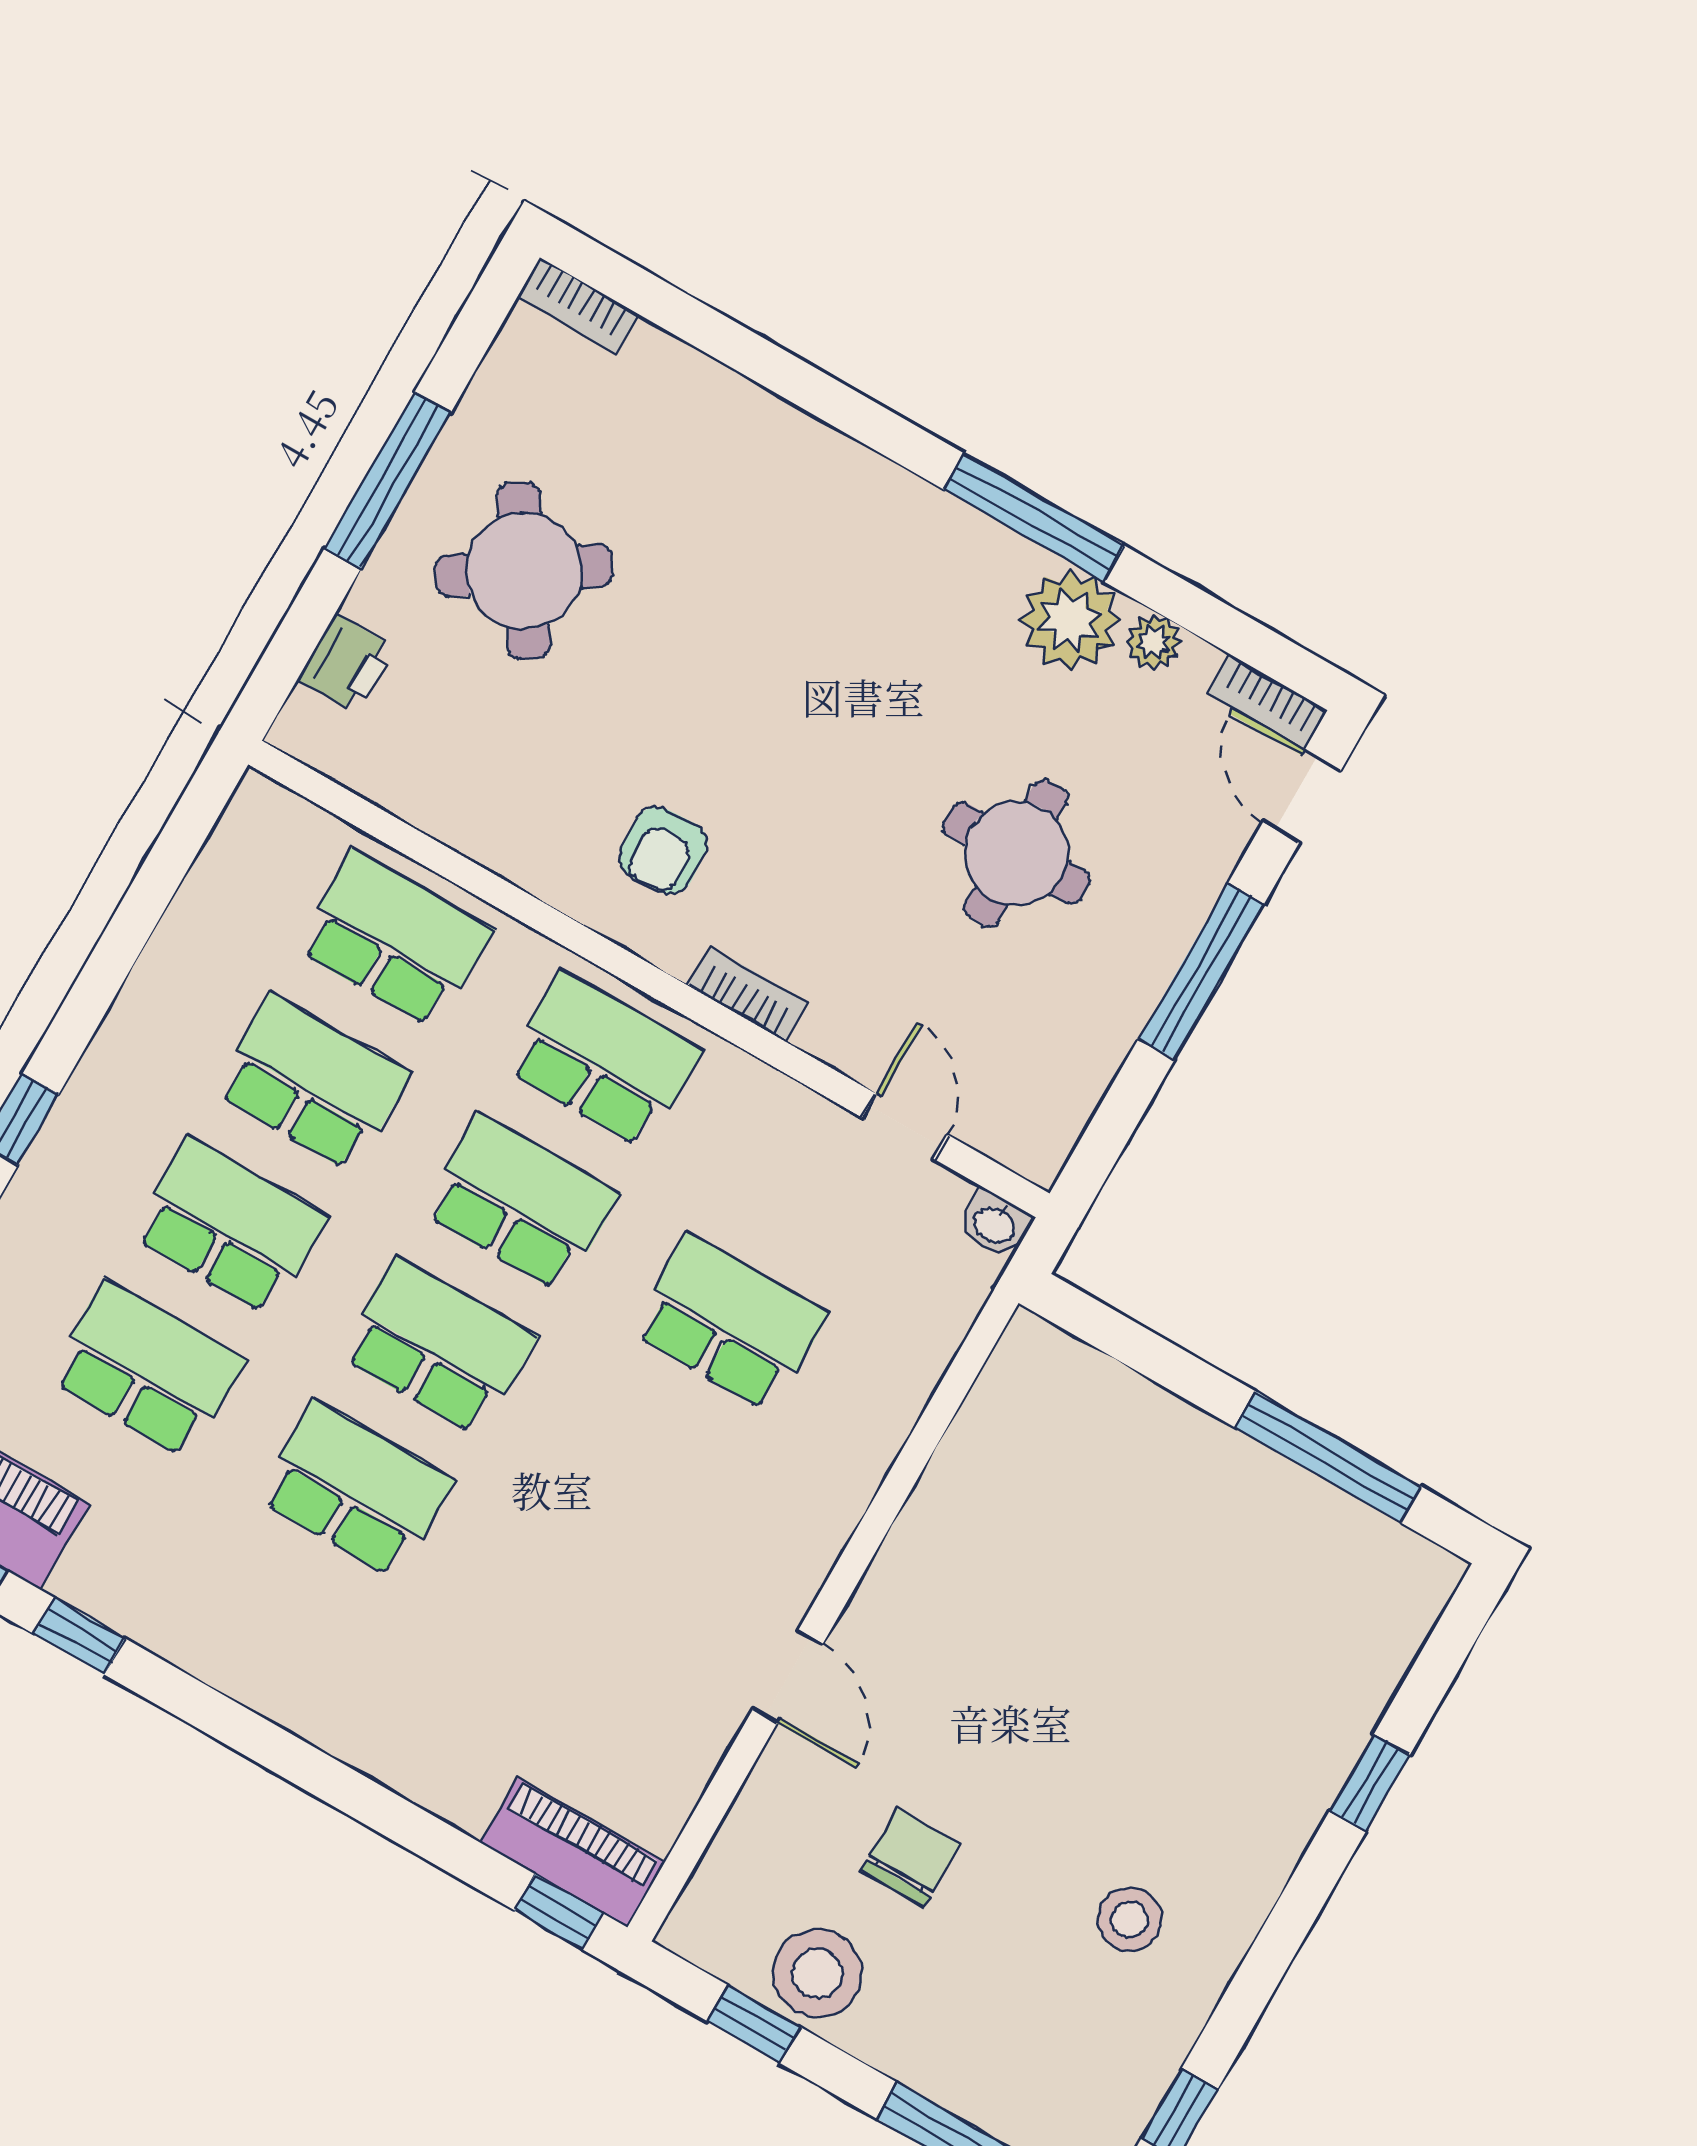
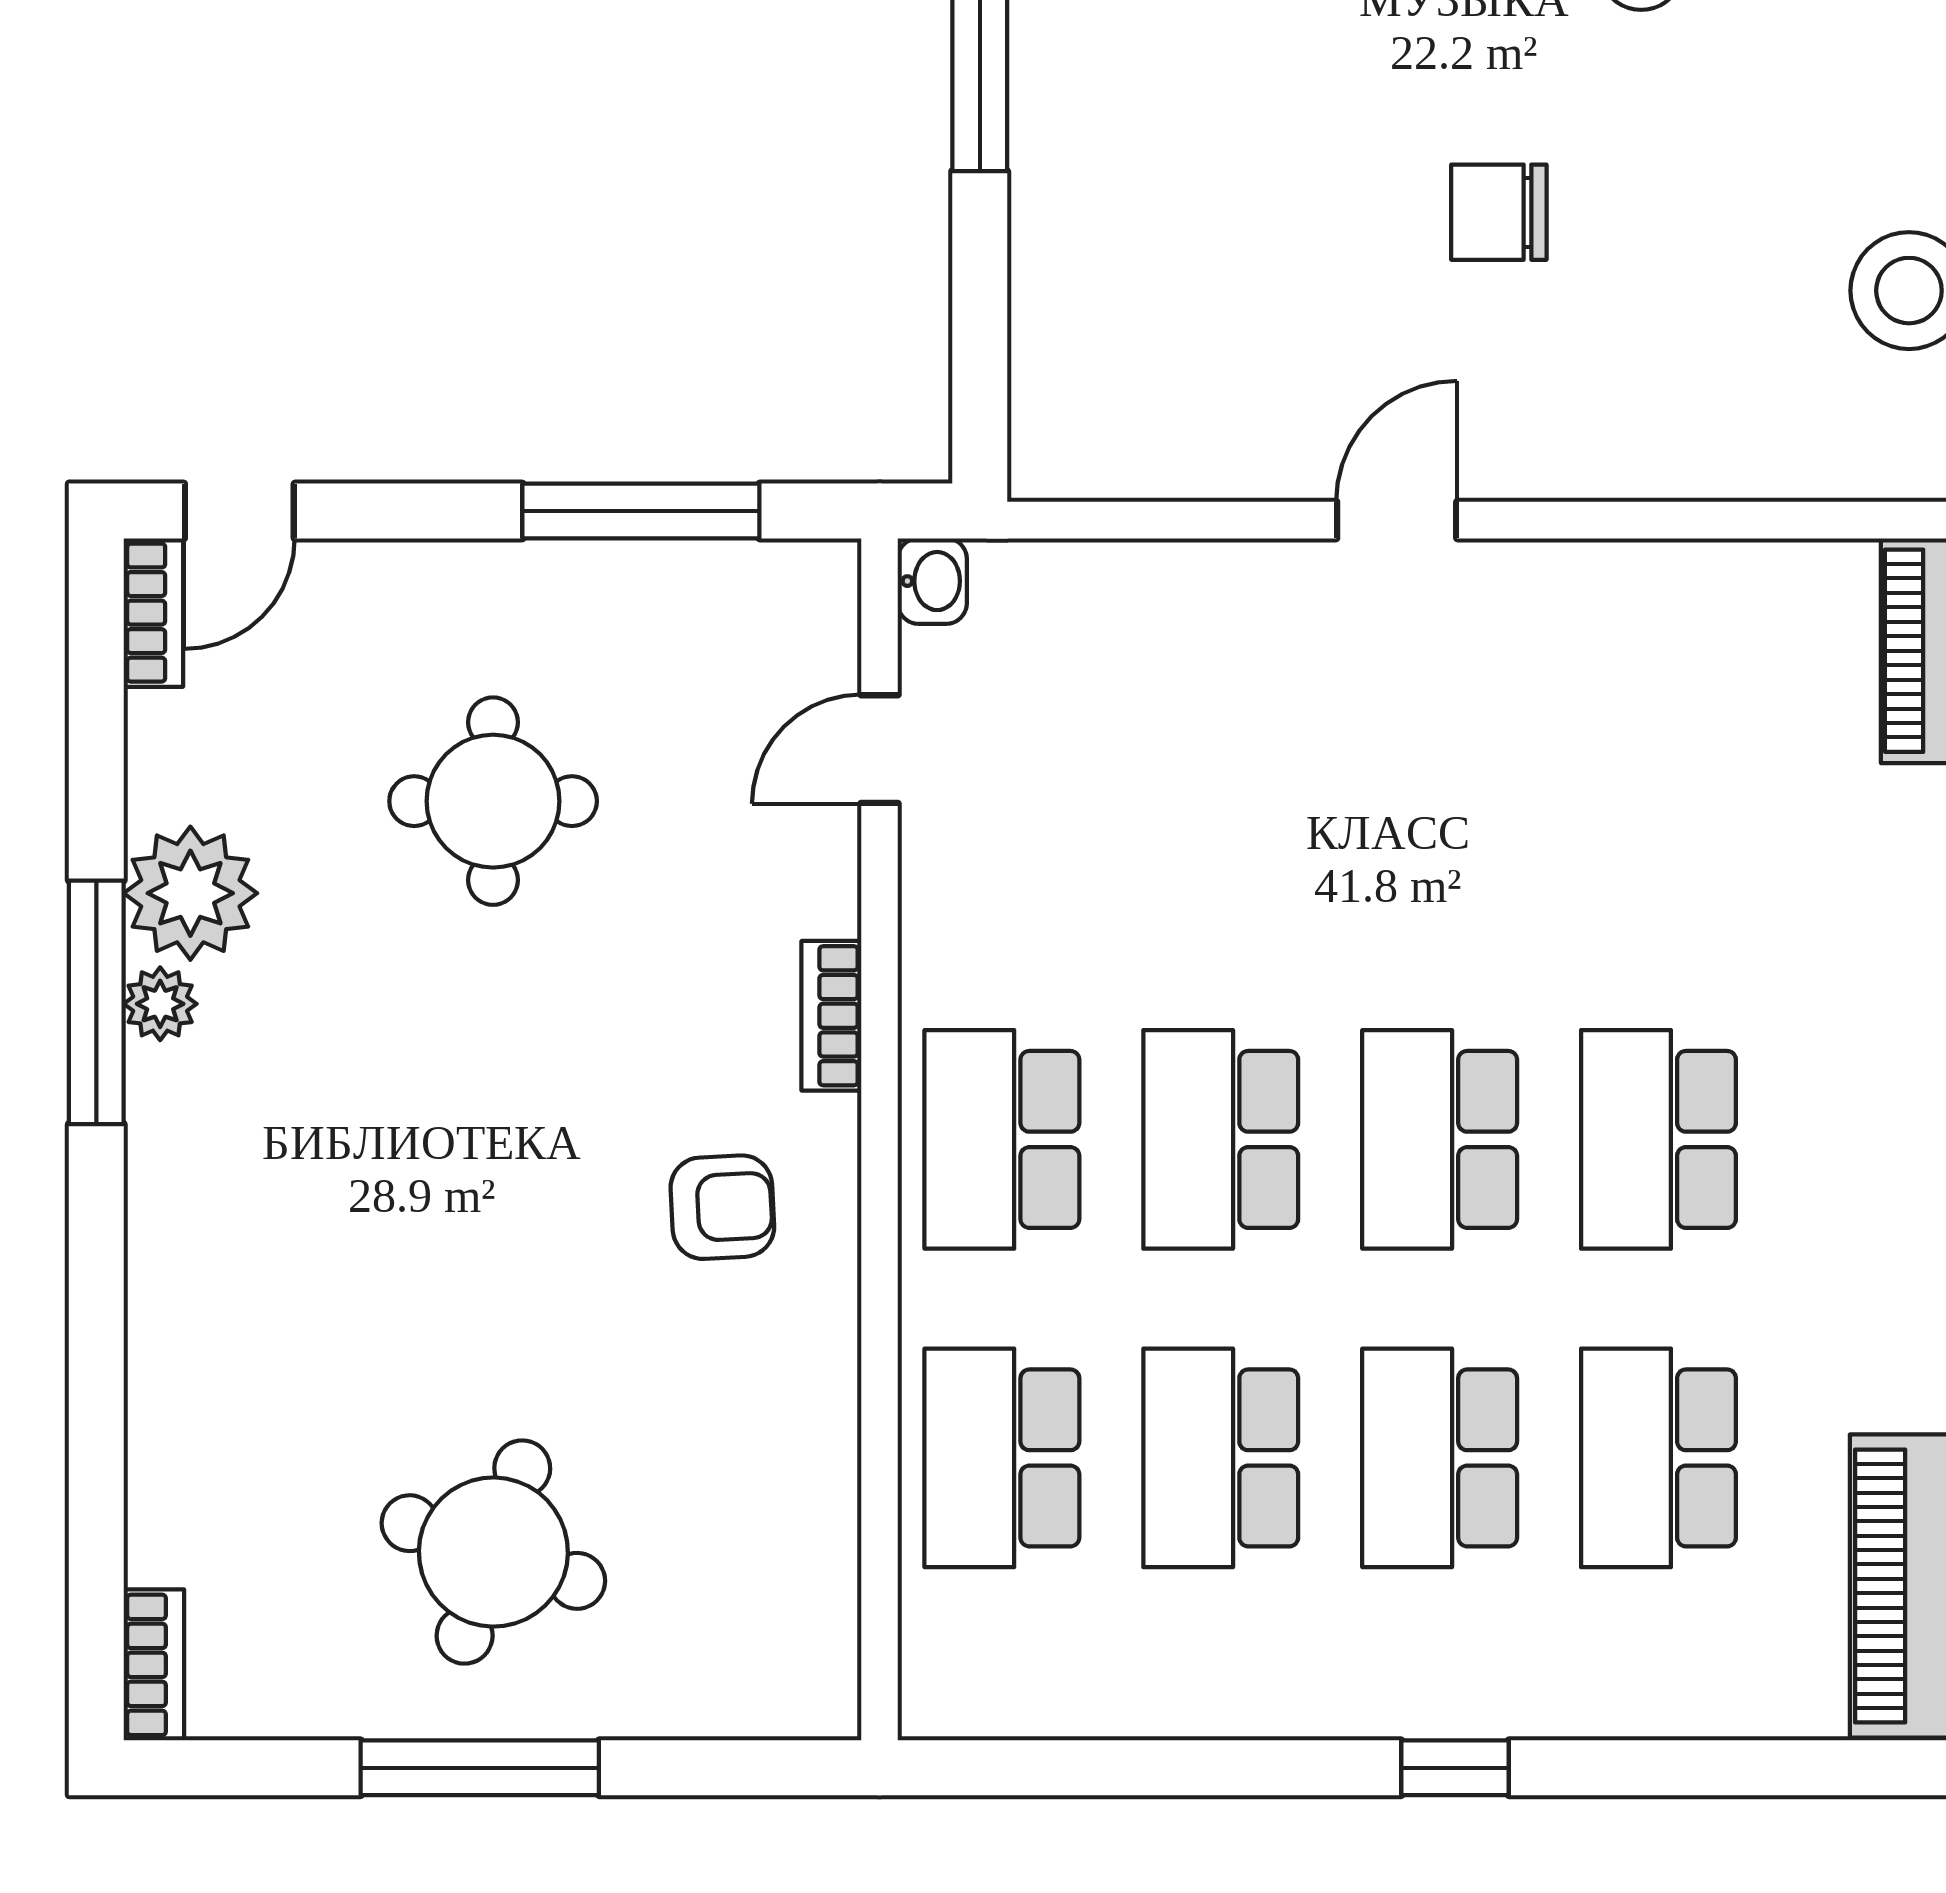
round table: (524, 571) -> (493, 1552), turned -37
plant: (1154, 642) -> (160, 1004), moved
printer: (346, 664) -> (718, 1694), removed
window: (1201, 971) -> (641, 511), moved
school desk: (729, 1323) -> (1221, 821), removed
door: (788, 1677) -> (1397, 520), moved
chair: (910, 1857) -> (1499, 212), moved

